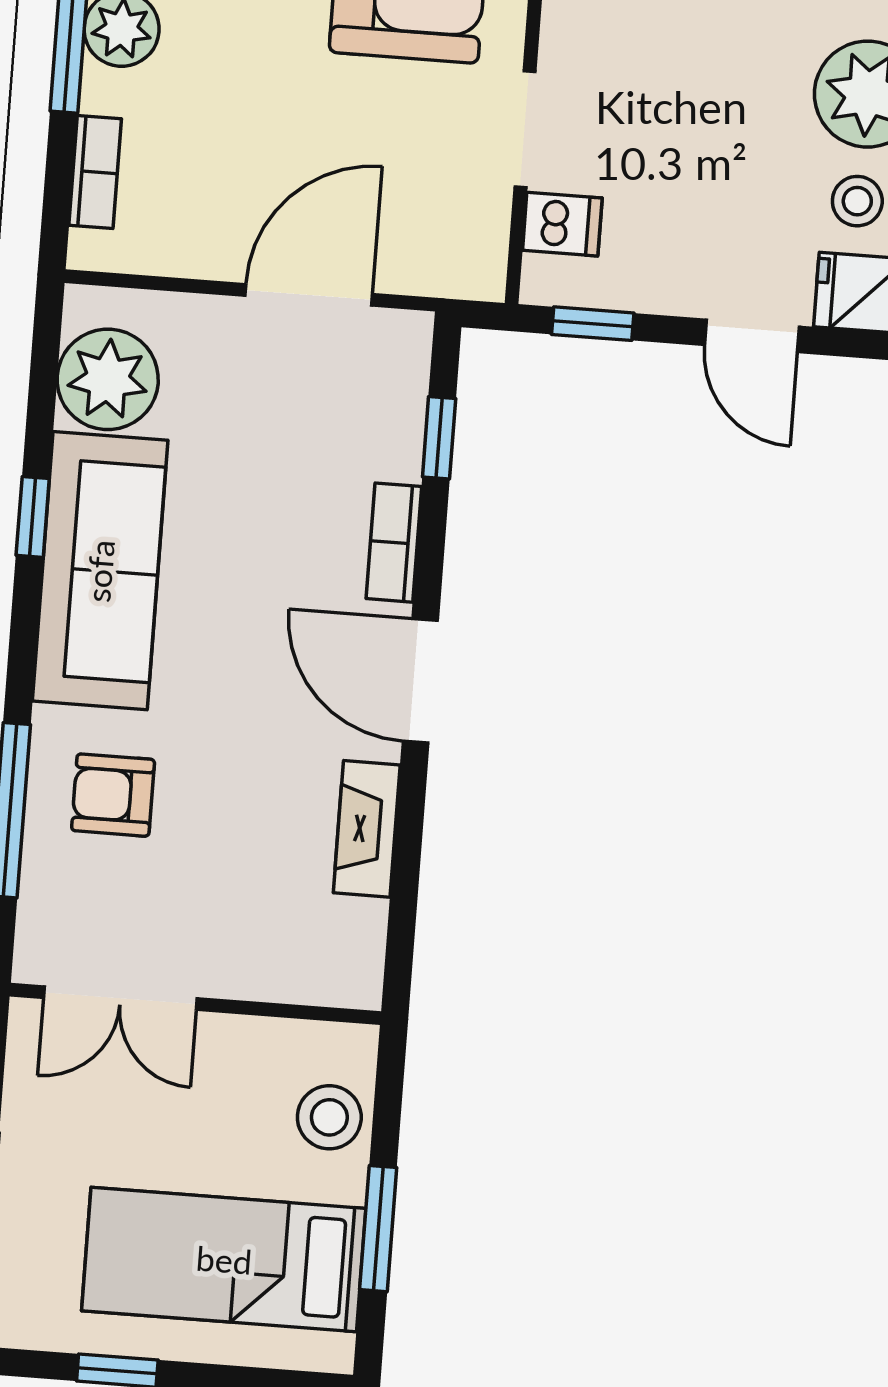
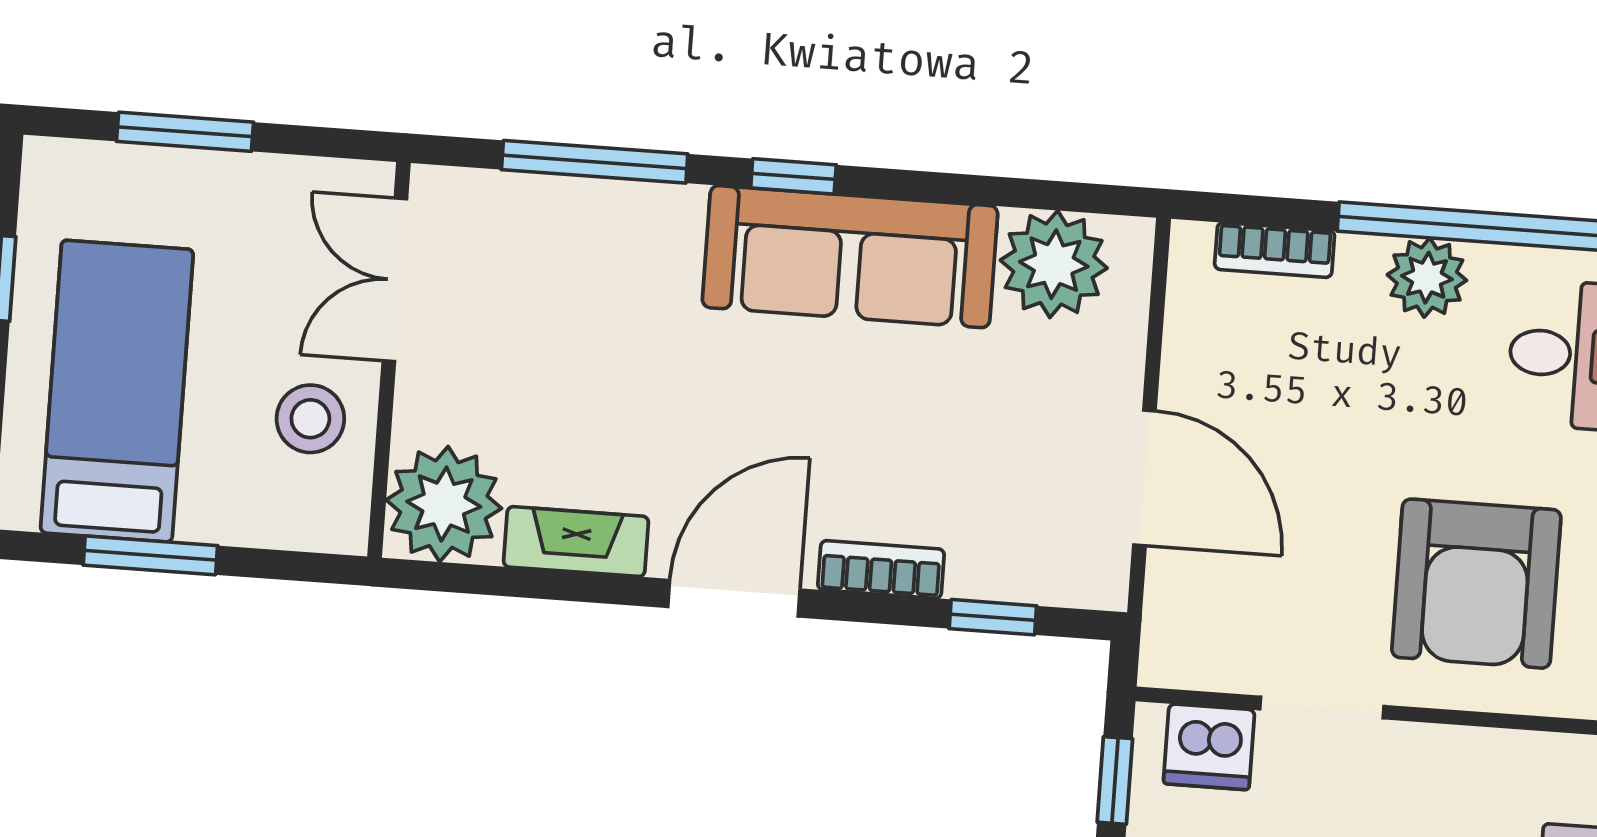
dishwasher: (562, 224) -> (1209, 747), width x1.38
window: (33, 517) -> (793, 176), moved
armchair: (113, 795) -> (611, 271), removed
plant: (331, 953) -> (444, 504), added
stool: (329, 1117) -> (310, 419), moved

